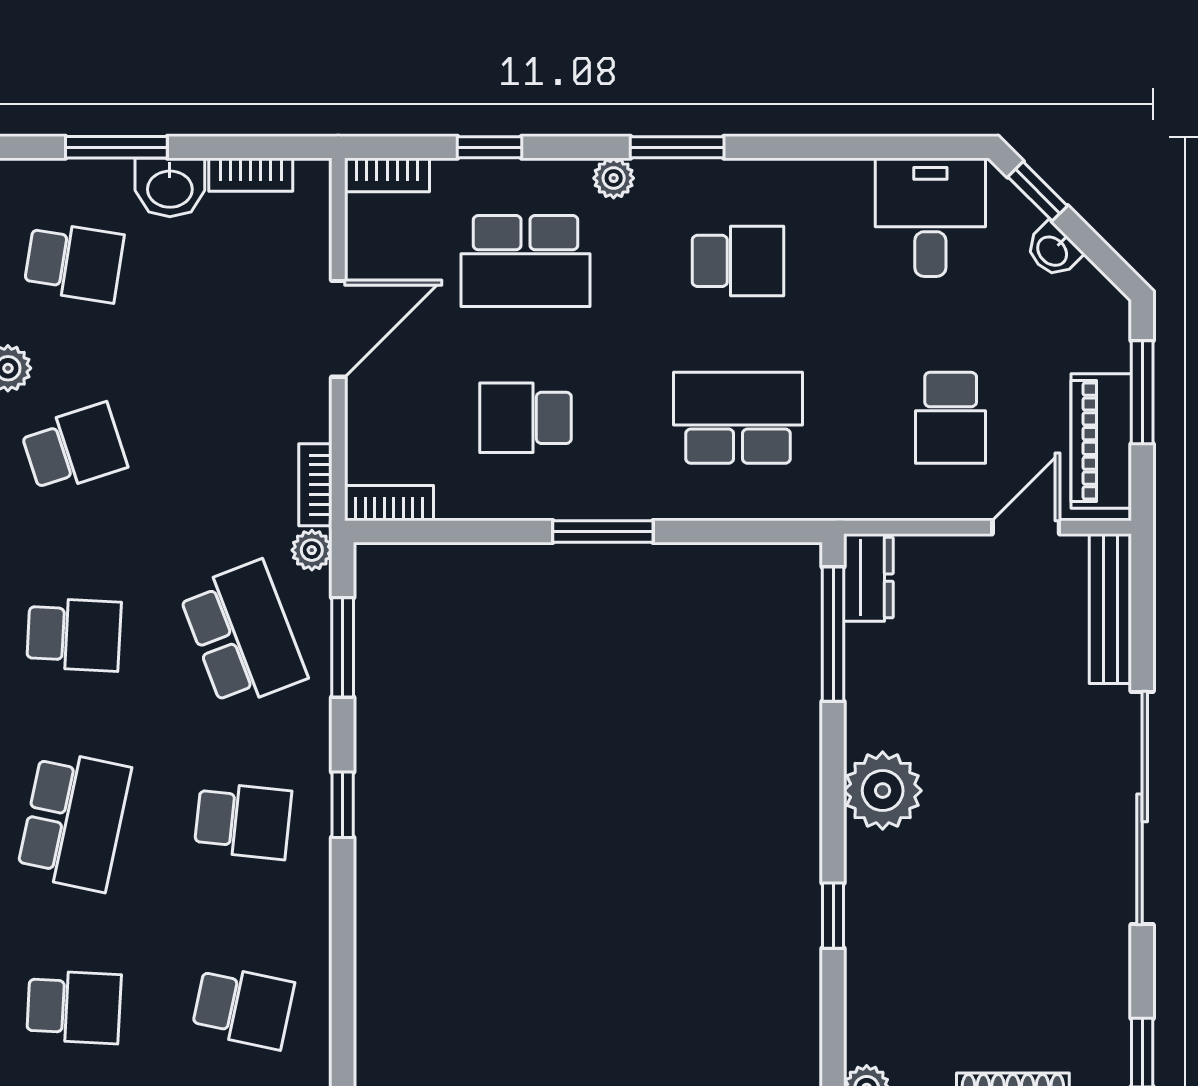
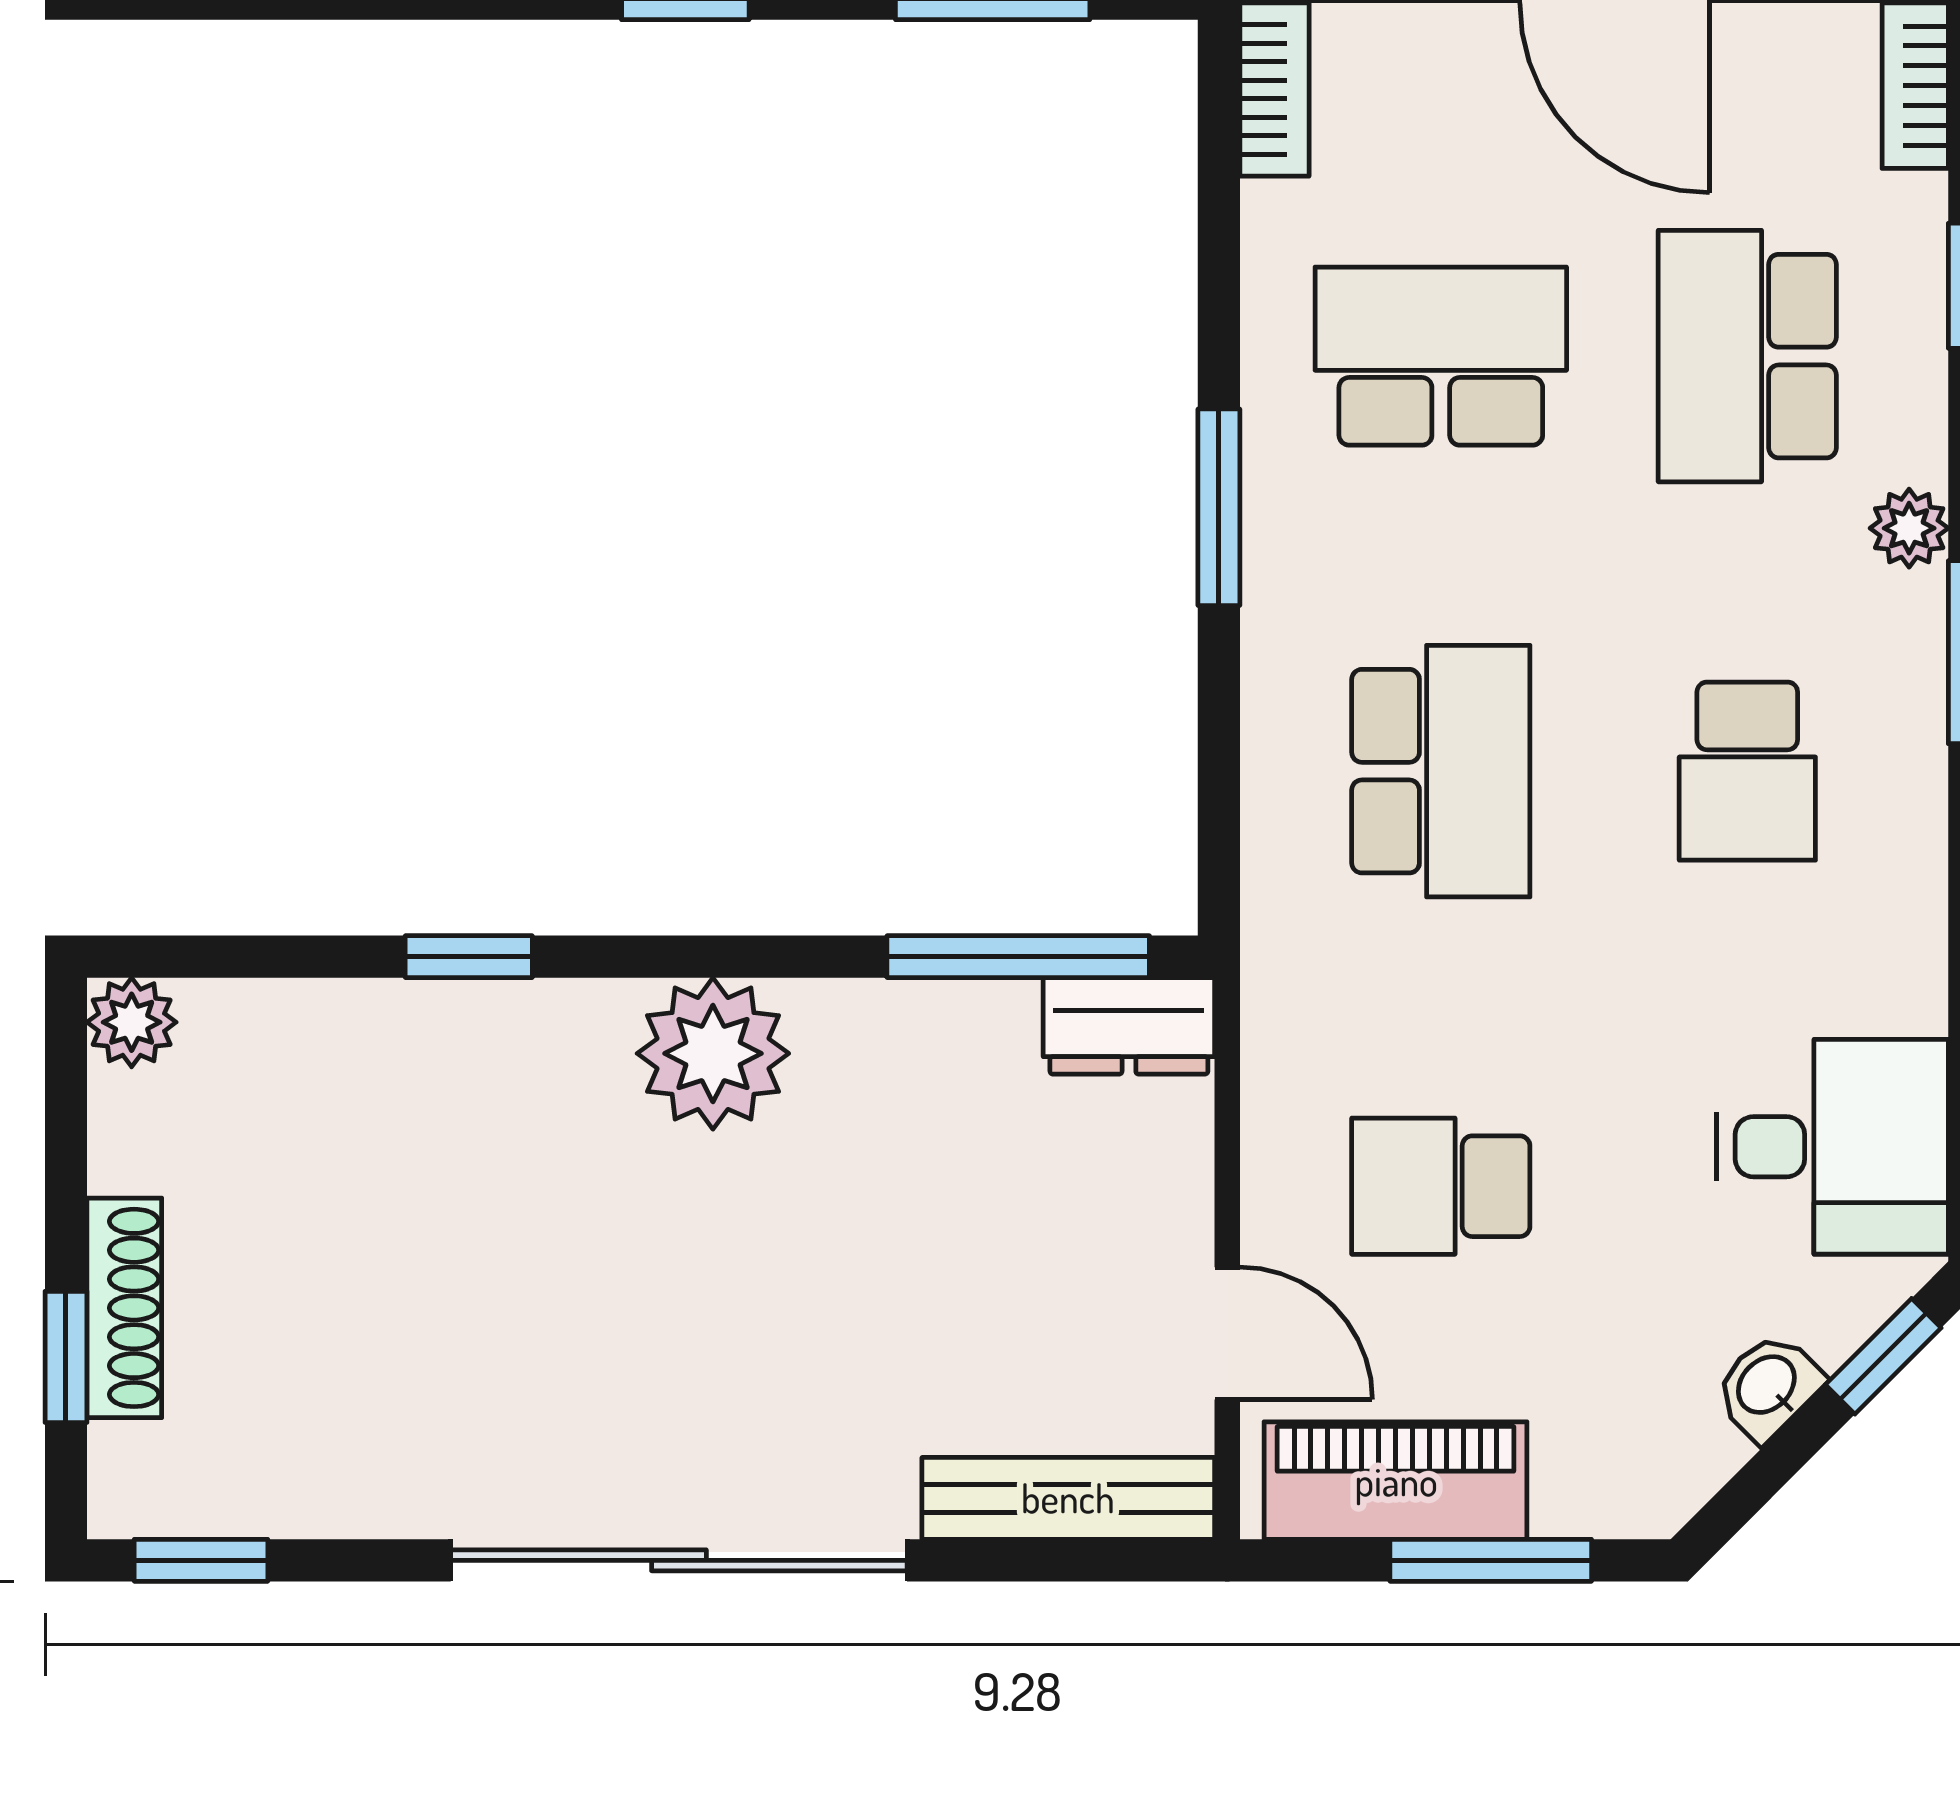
school desk: (526, 418) -> (1441, 356), width x1.85

